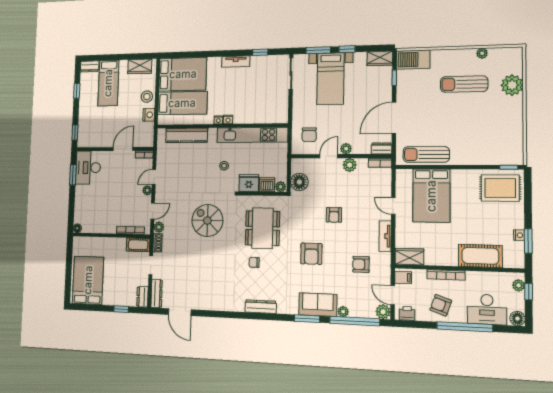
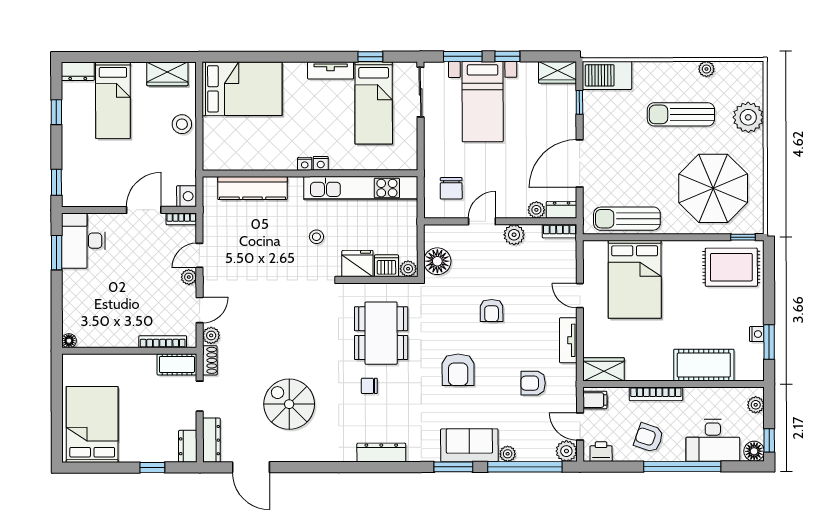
bed: (182, 103) -> (374, 103), moved, turned 90
nightstand: (149, 115) -> (187, 196), moved
parasol: (487, 134) -> (713, 188), added
plant: (346, 149) -> (536, 210), moved
spiral stairs: (207, 220) -> (289, 404), moved
window: (529, 292) -> (769, 440), moved

